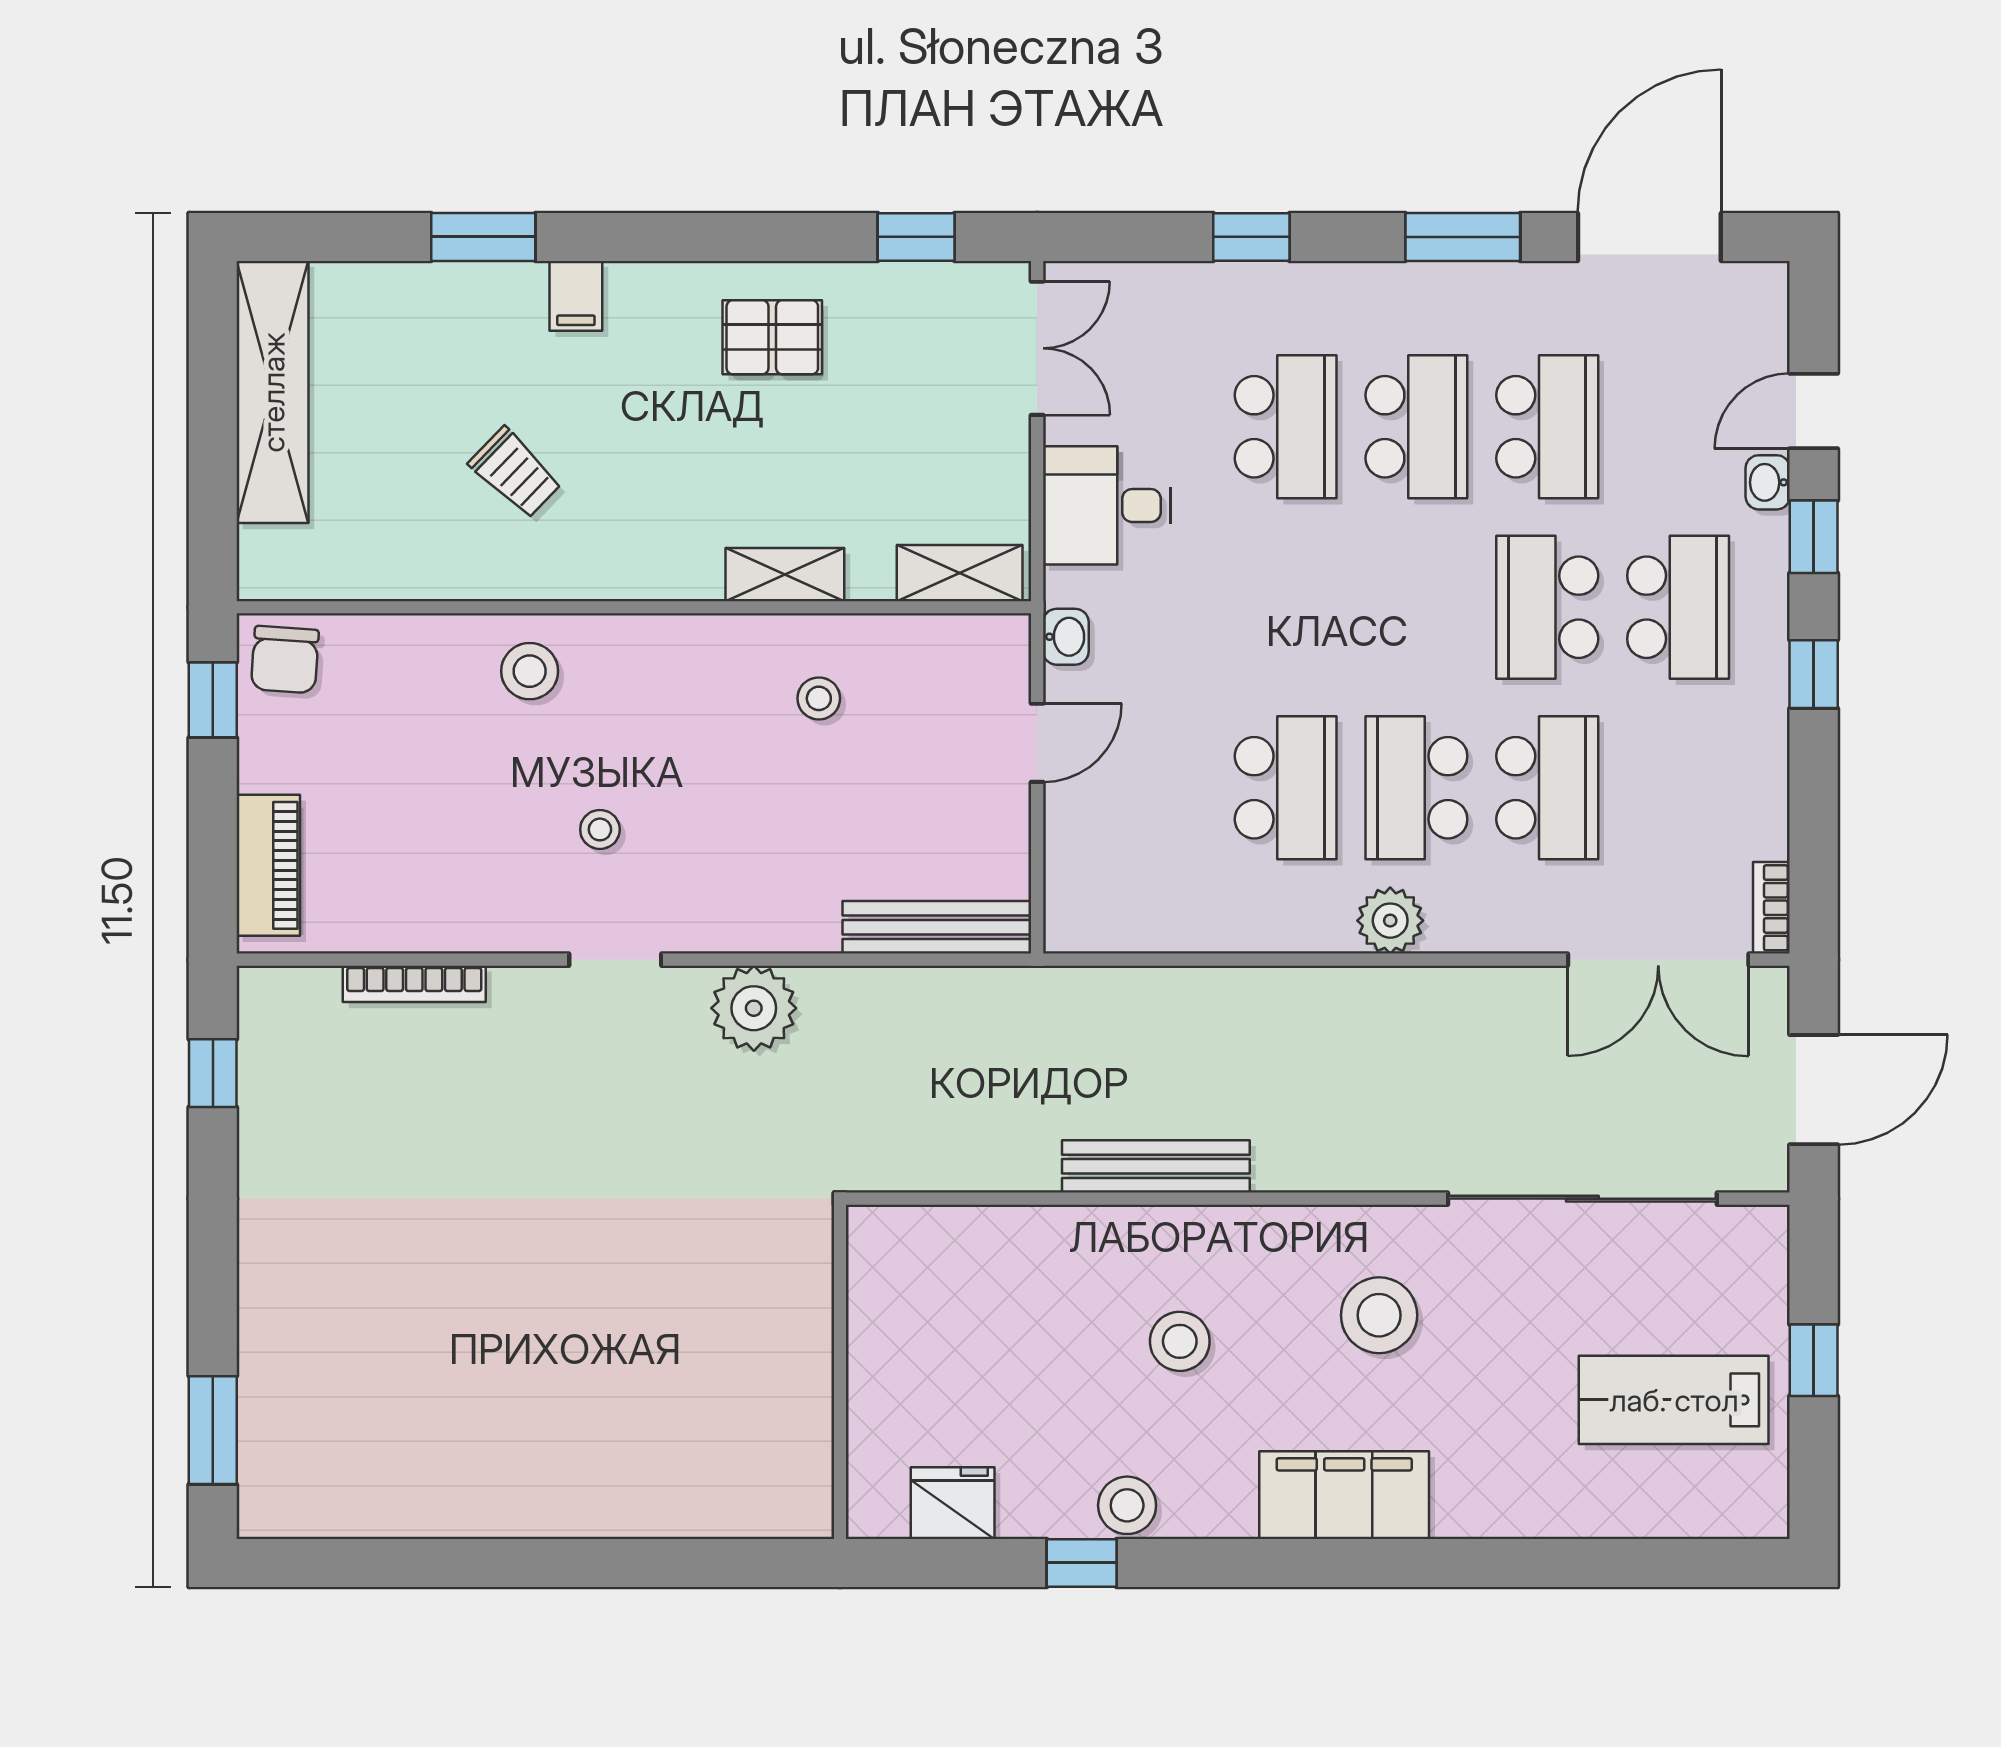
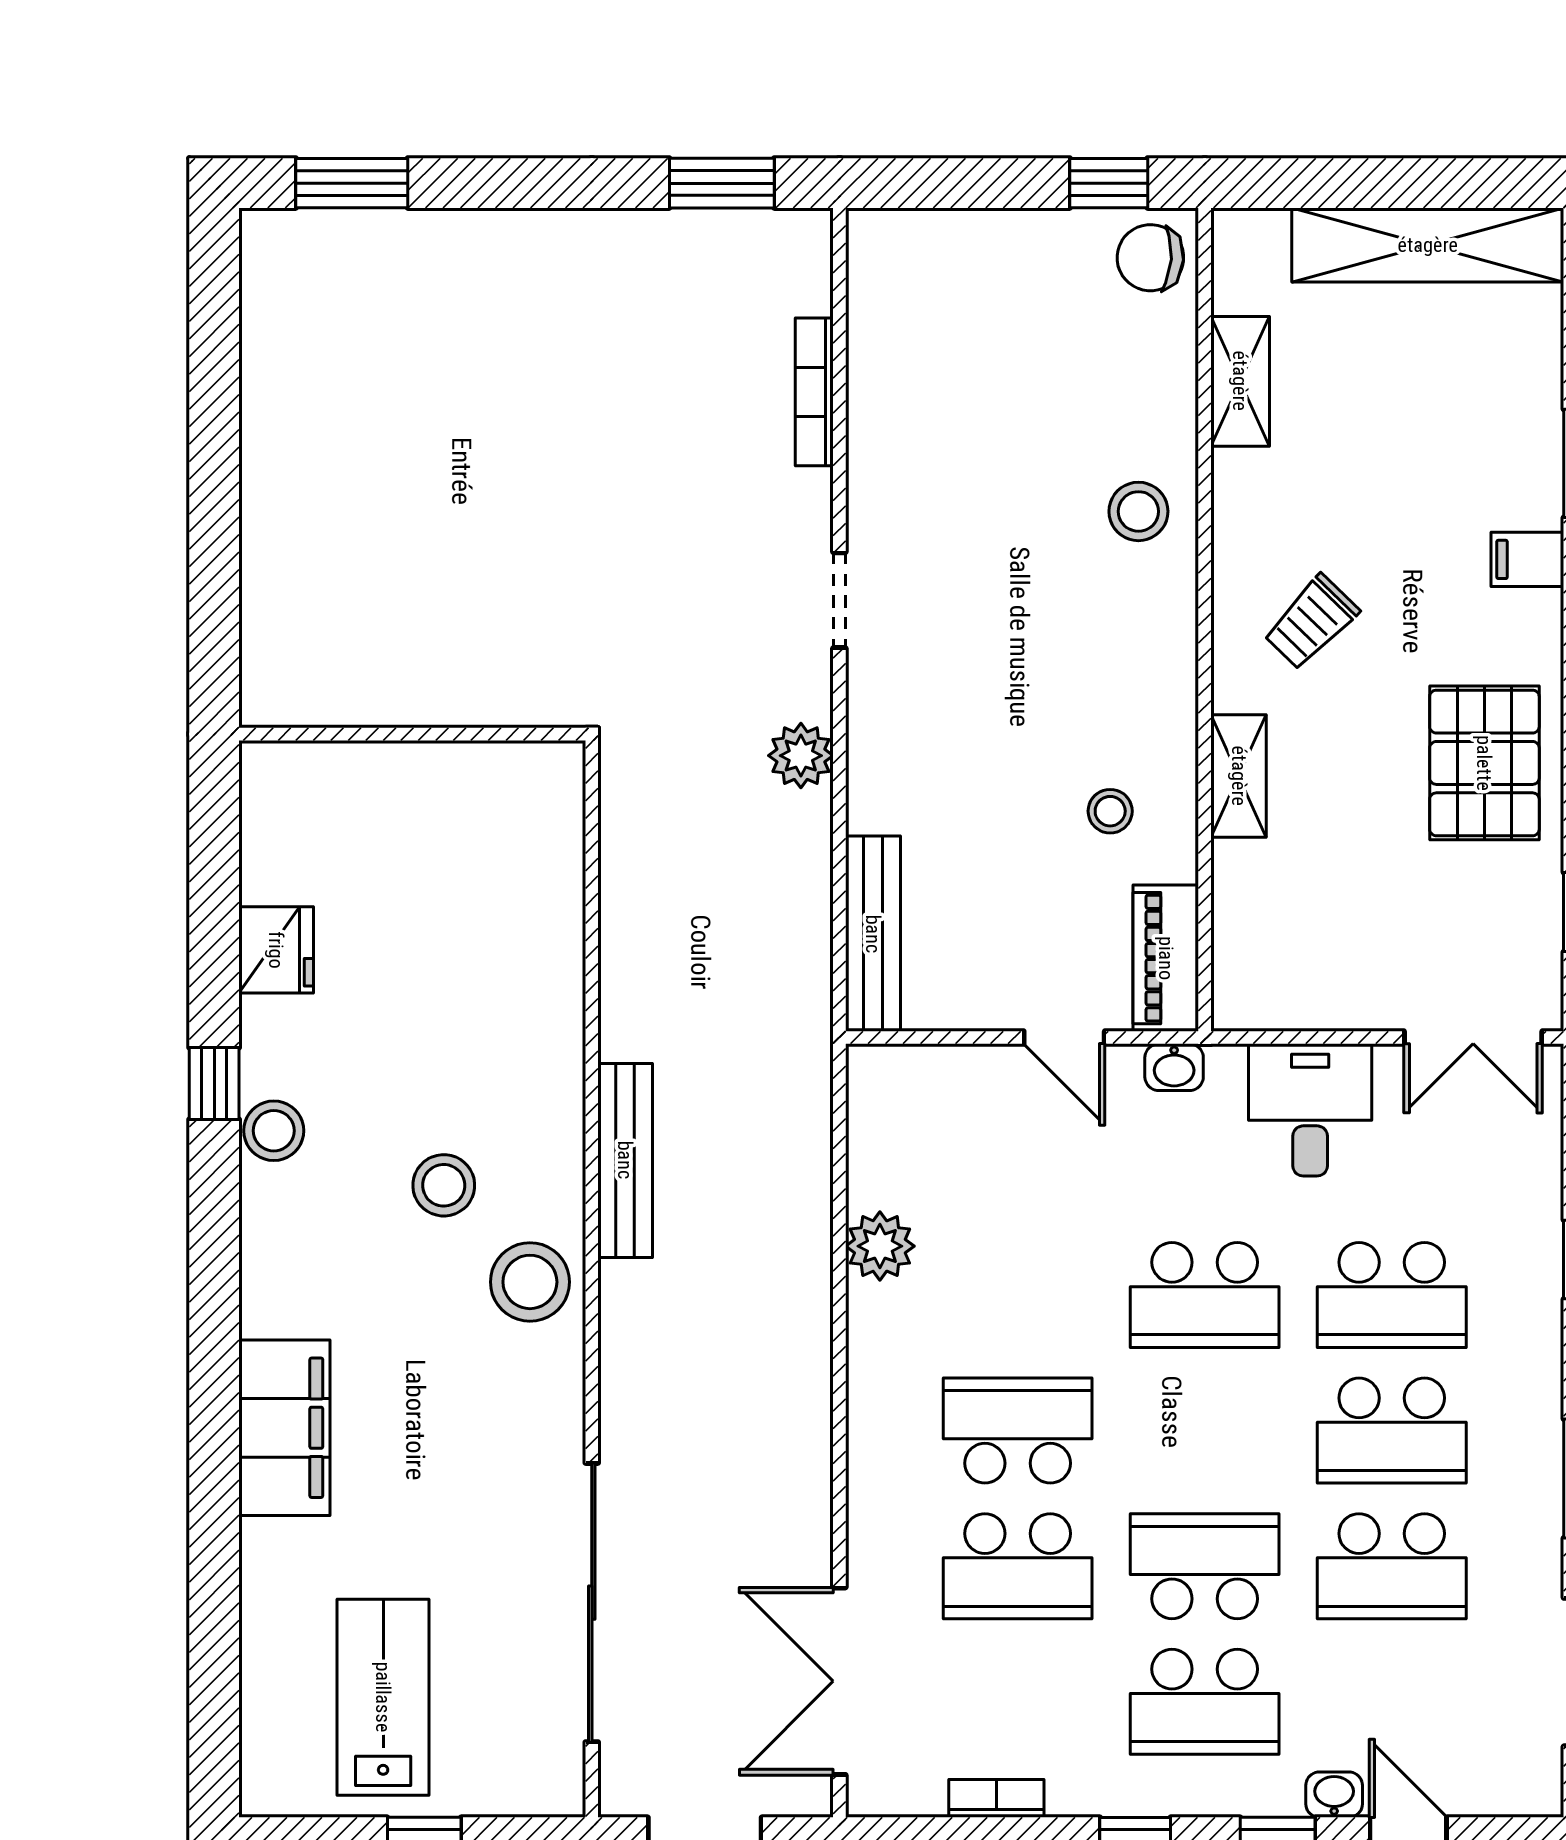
pallet: (772, 337) -> (1484, 763), width x1.50, depth x1.42
trolley: (515, 473) -> (1311, 622), moved
shelving: (960, 573) -> (1240, 381), moved
school desk: (1286, 788) -> (1205, 1295), moved
stool: (600, 829) -> (974, 584), removed
piano: (268, 865) -> (1166, 958), moved, turned 90
bookcase: (1771, 908) -> (996, 1798), moved
plant: (1390, 921) -> (880, 1246), moved
plant: (754, 1008) -> (801, 756), width x0.73, depth x0.73
window: (213, 1073) -> (722, 183), width x1.50
stool: (1379, 1315) -> (530, 1282), moved
wall: (840, 1372) -> (412, 734), moved
filing cabinet: (1344, 1495) -> (284, 1428), moved

